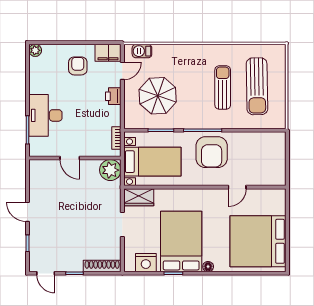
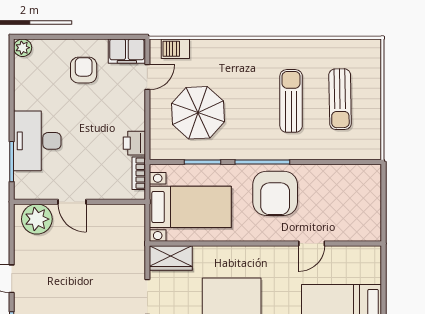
sun lounger: (257, 86) -> (340, 99), width x0.73, depth x0.75
printer: (113, 96) -> (134, 143), moved
plant: (110, 170) -> (37, 219), moved

